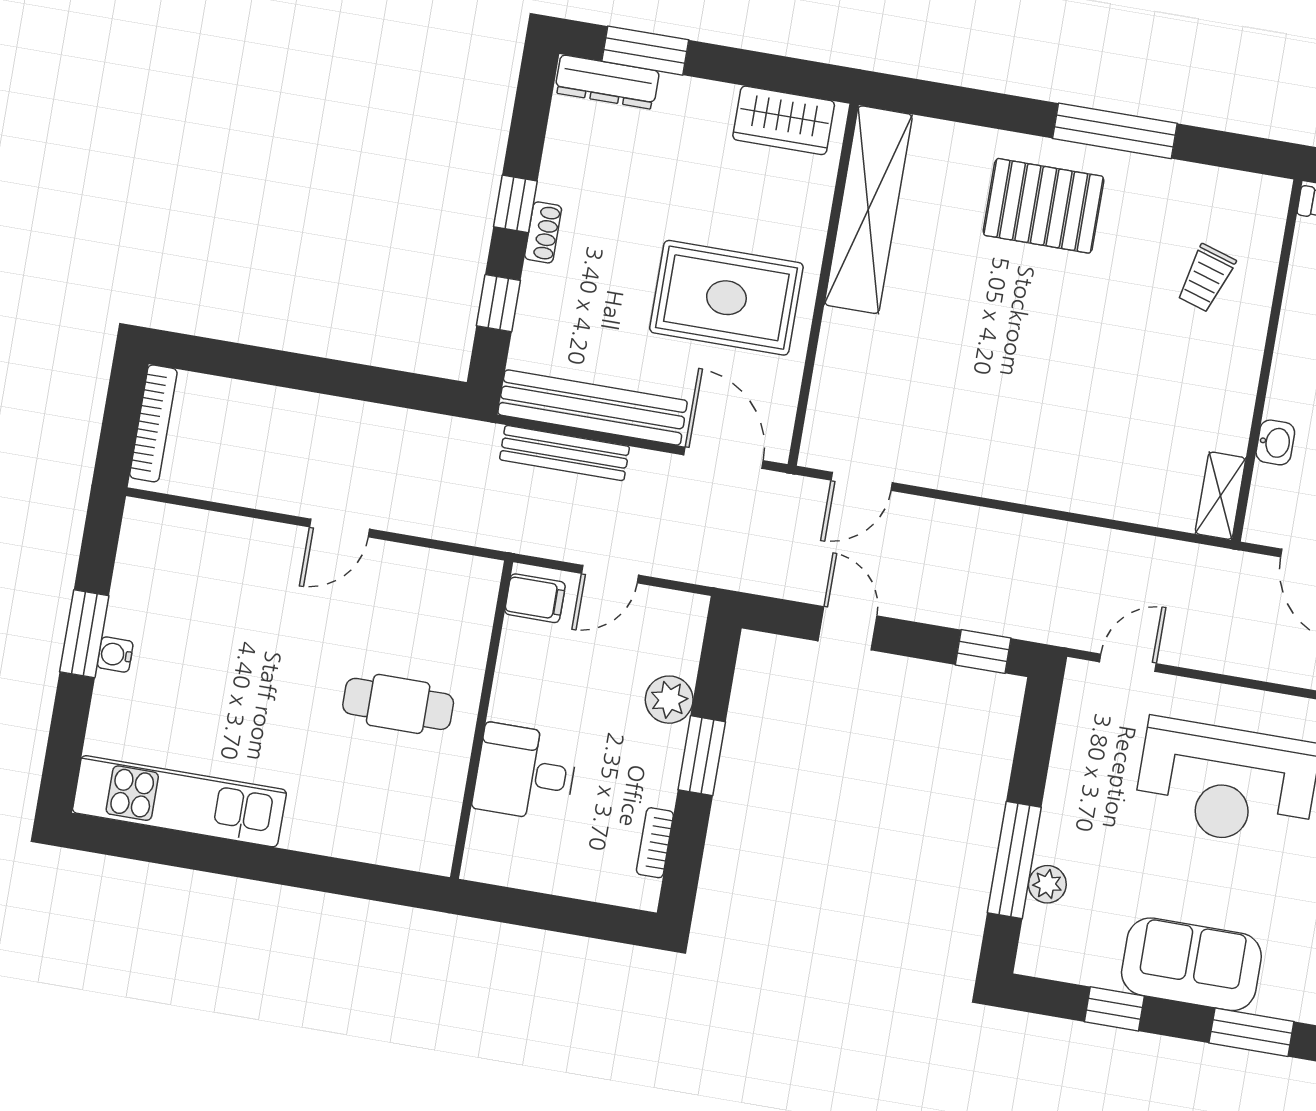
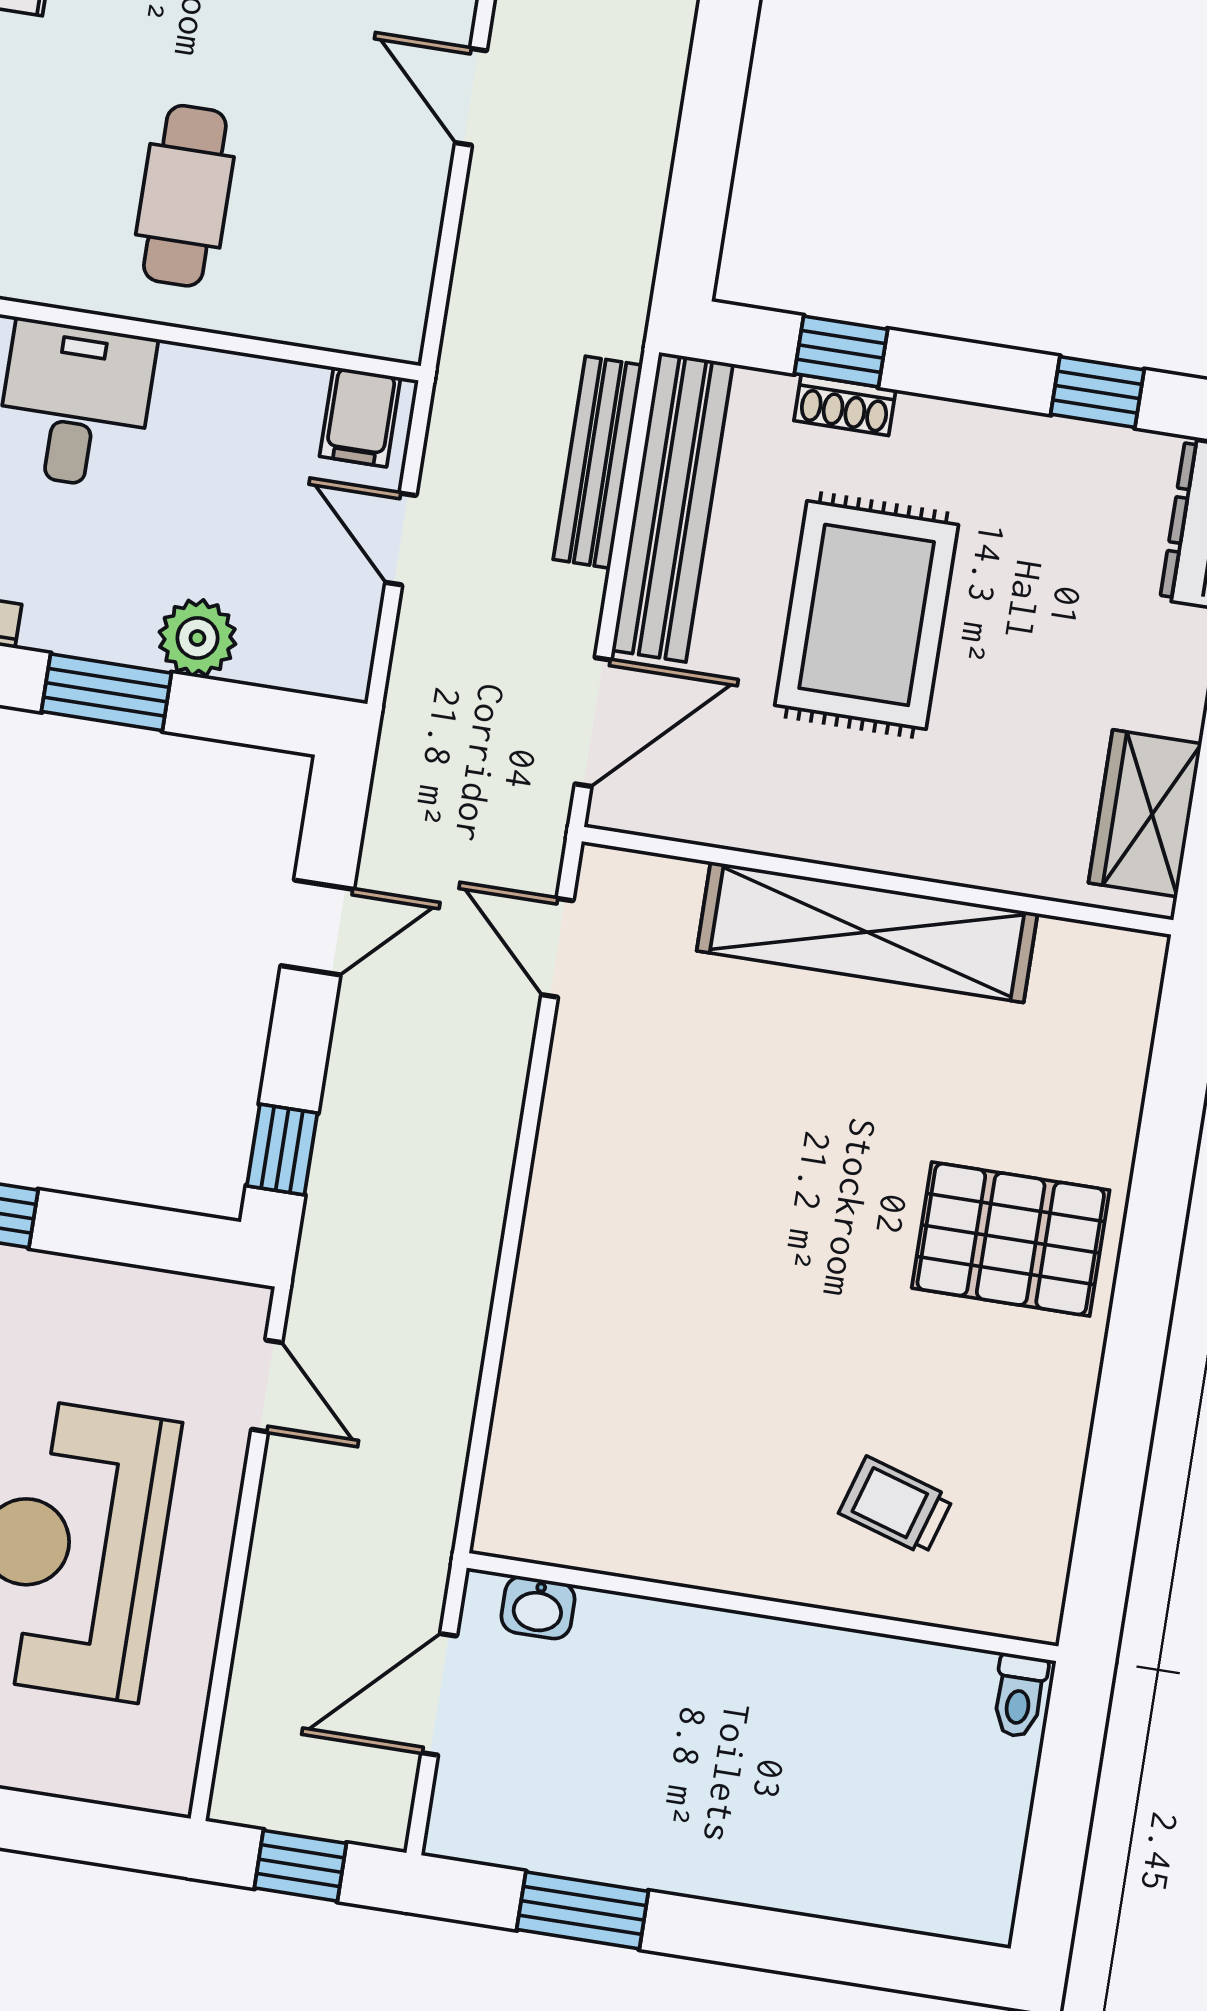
window: (1115, 131) -> (1134, 1354), removed
window: (515, 204) -> (1097, 392), moved
pallet: (1043, 206) -> (1011, 1239), turned 90
shelving: (868, 210) -> (867, 932), moved
shoe rack: (543, 232) -> (845, 405), moved
rug: (726, 298) -> (867, 615), moved
washbasin: (1275, 442) -> (538, 1608), moved
shelving: (1220, 496) -> (541, 1534), removed

